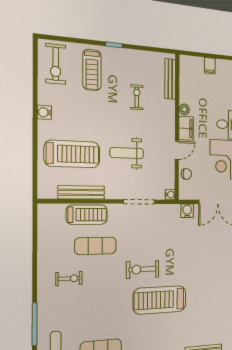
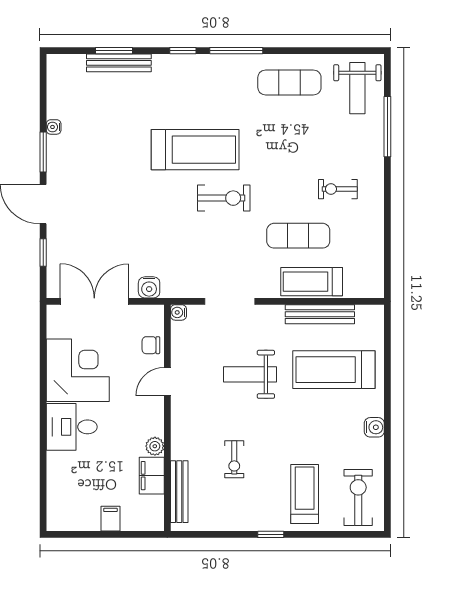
filing cabinet: (186, 128) -> (152, 476), moved
weight bench: (127, 153) -> (250, 374), turned 180

